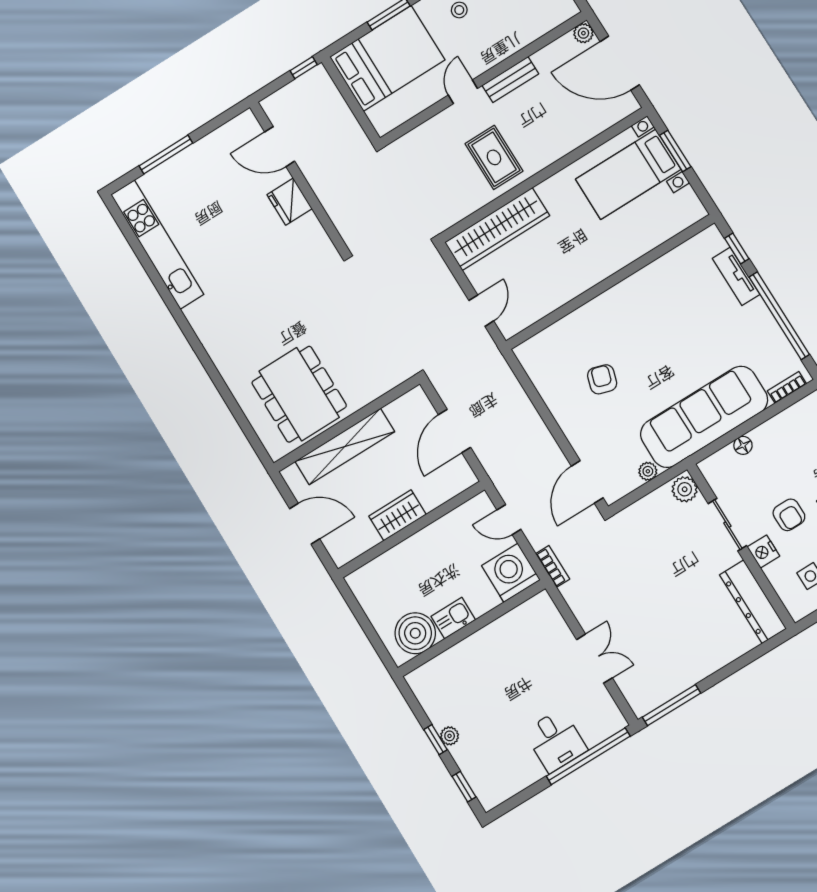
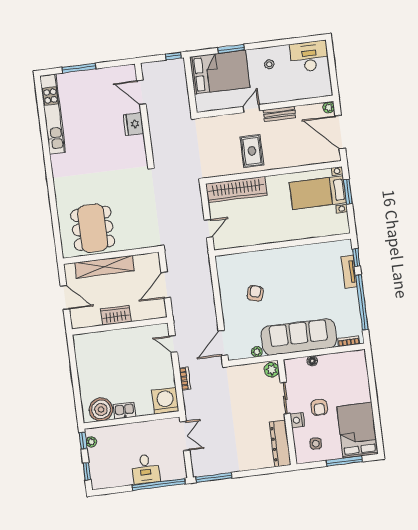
washing machine: (511, 573) -> (165, 401), moved
kitchen sink: (453, 618) -> (124, 411), moved
wall: (471, 628) -> (132, 420), moved
boiler: (415, 633) -> (101, 409), moved

